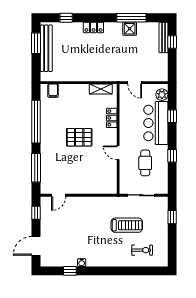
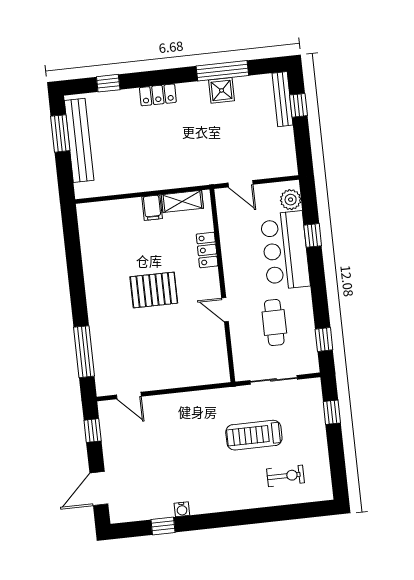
filing cabinet: (53, 91) -> (152, 208), moved
window: (36, 122) -> (75, 271), removed
window: (172, 156) -> (324, 339), moved
door: (59, 195) -> (129, 396), hinge flipped
treadmill: (127, 225) -> (254, 435), turned 180

